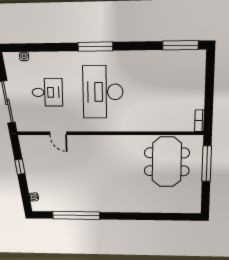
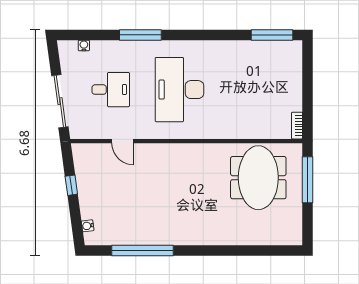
window: (95, 47) -> (140, 35), moved

